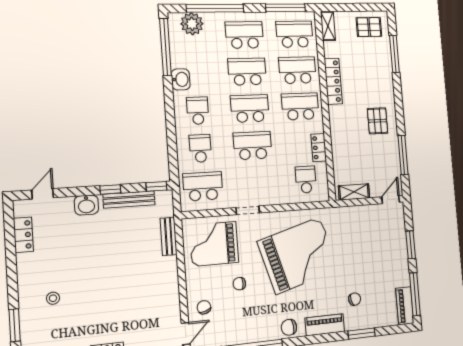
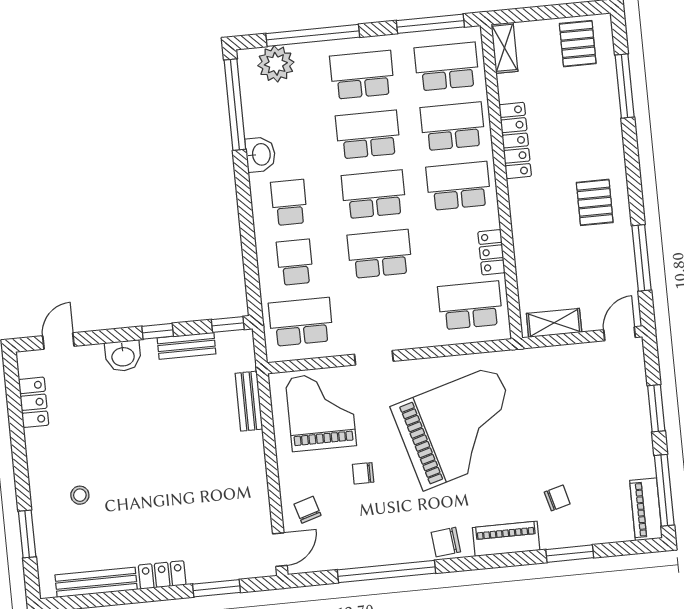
pallet: (369, 27) -> (578, 44), turned 90
school desk: (306, 180) -> (470, 305), width x1.85
bench: (129, 200) -> (186, 346), width x0.73
grand piano: (214, 244) -> (321, 412), turned 90

